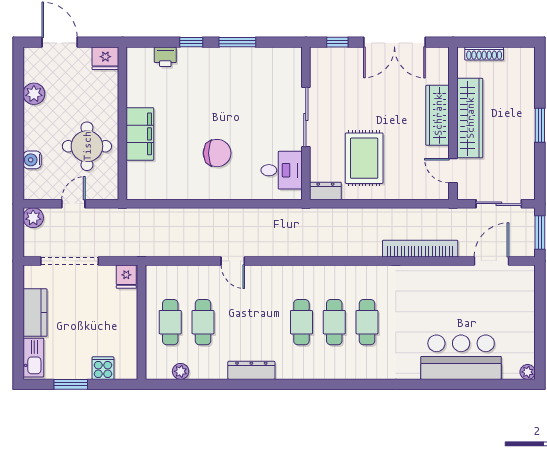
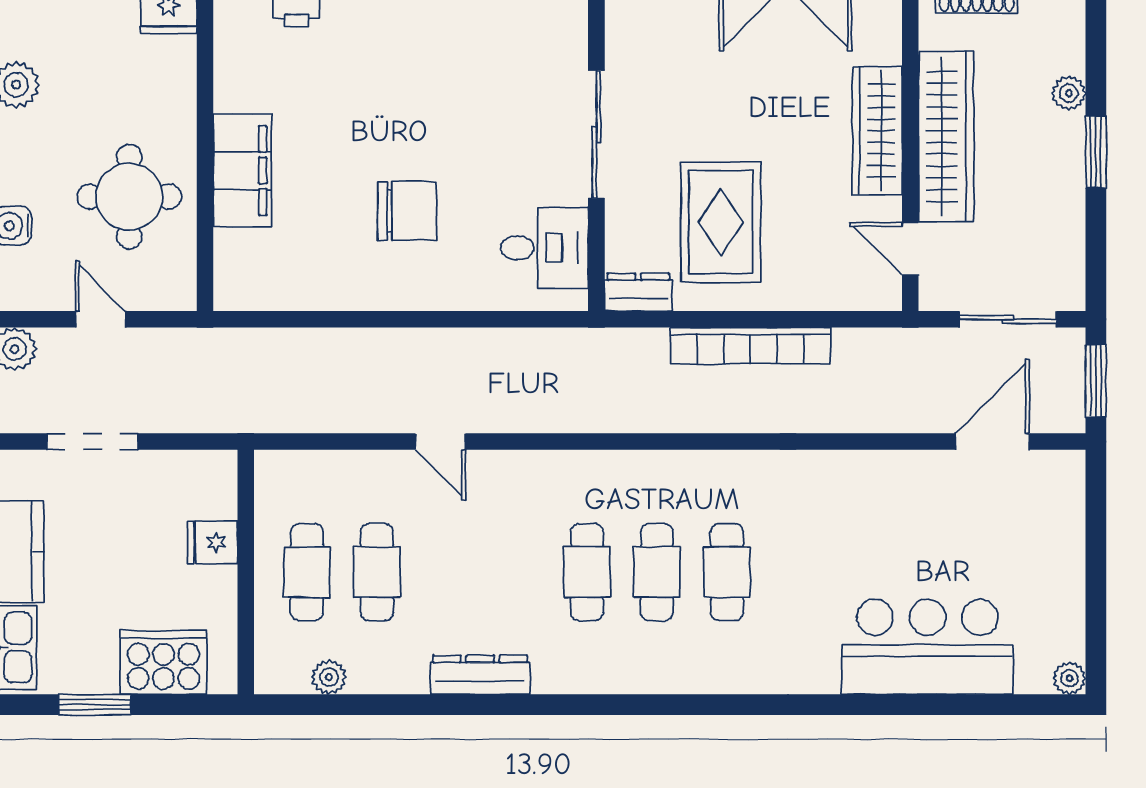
plant: (527, 98) -> (1069, 93), added
door: (73, 204) -> (101, 319), hinge flipped
bookcase: (420, 249) -> (750, 346), moved, turned 180
doorway: (70, 261) -> (92, 442), width x0.73
fridge: (126, 277) -> (212, 542), moved, turned 90
cooker: (103, 368) -> (164, 663), width x1.87, depth x1.31

